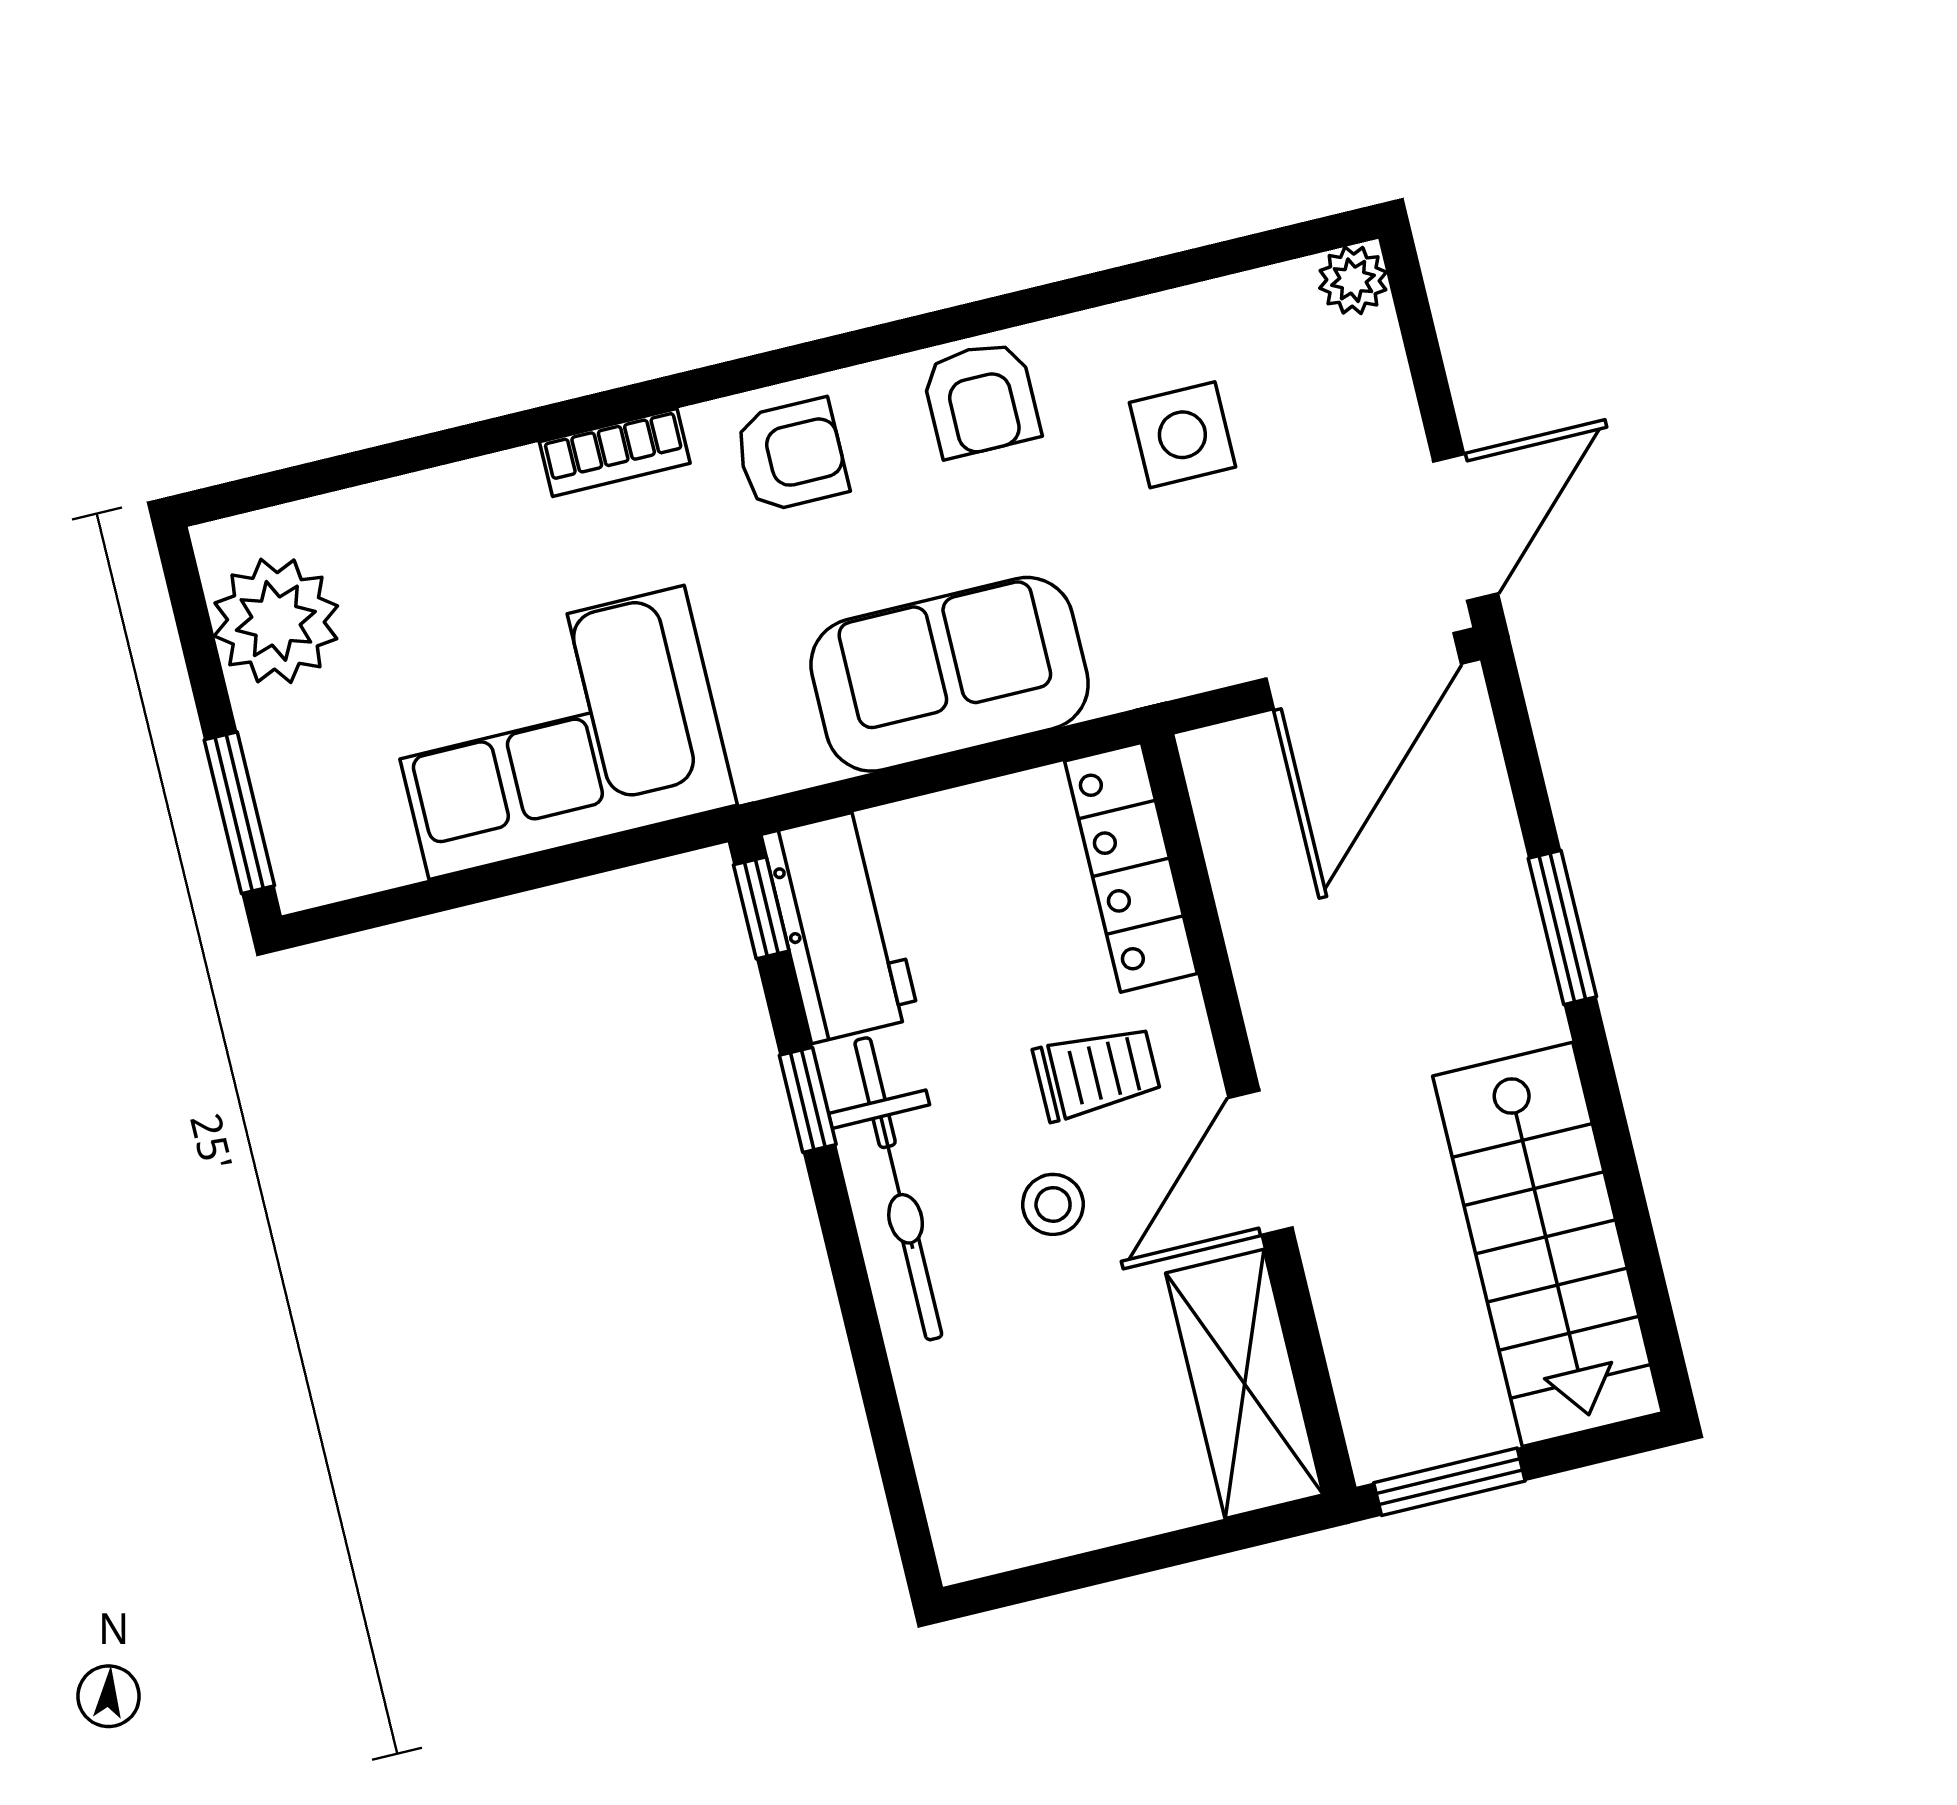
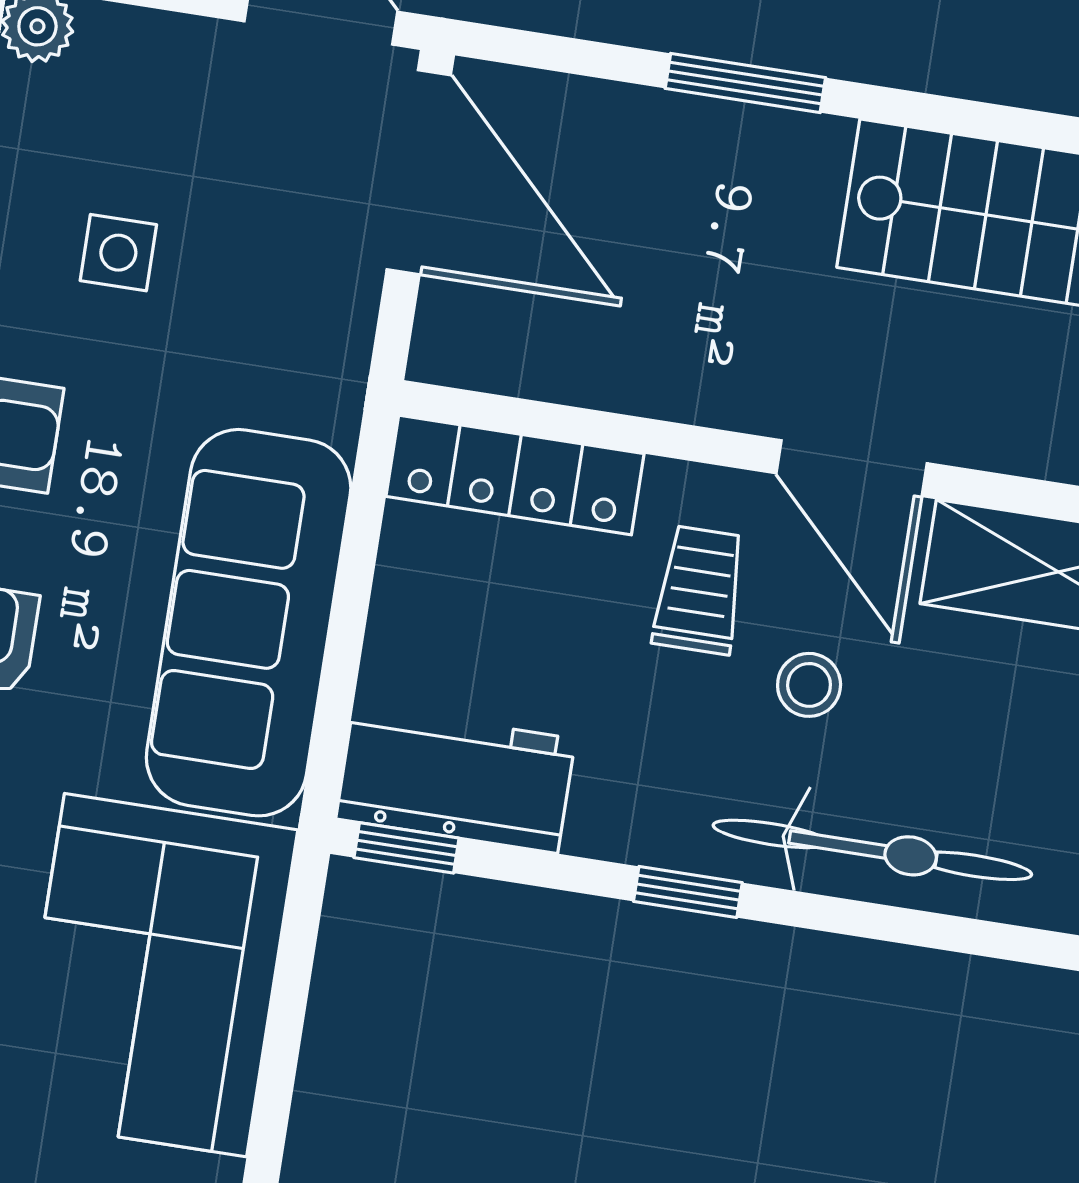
side table: (1182, 435) -> (118, 253), width x0.73, depth x0.73
sofa: (950, 674) -> (249, 623), width x1.36
window: (808, 1100) -> (688, 892), moved
bicycle: (898, 1189) -> (872, 850), moved

